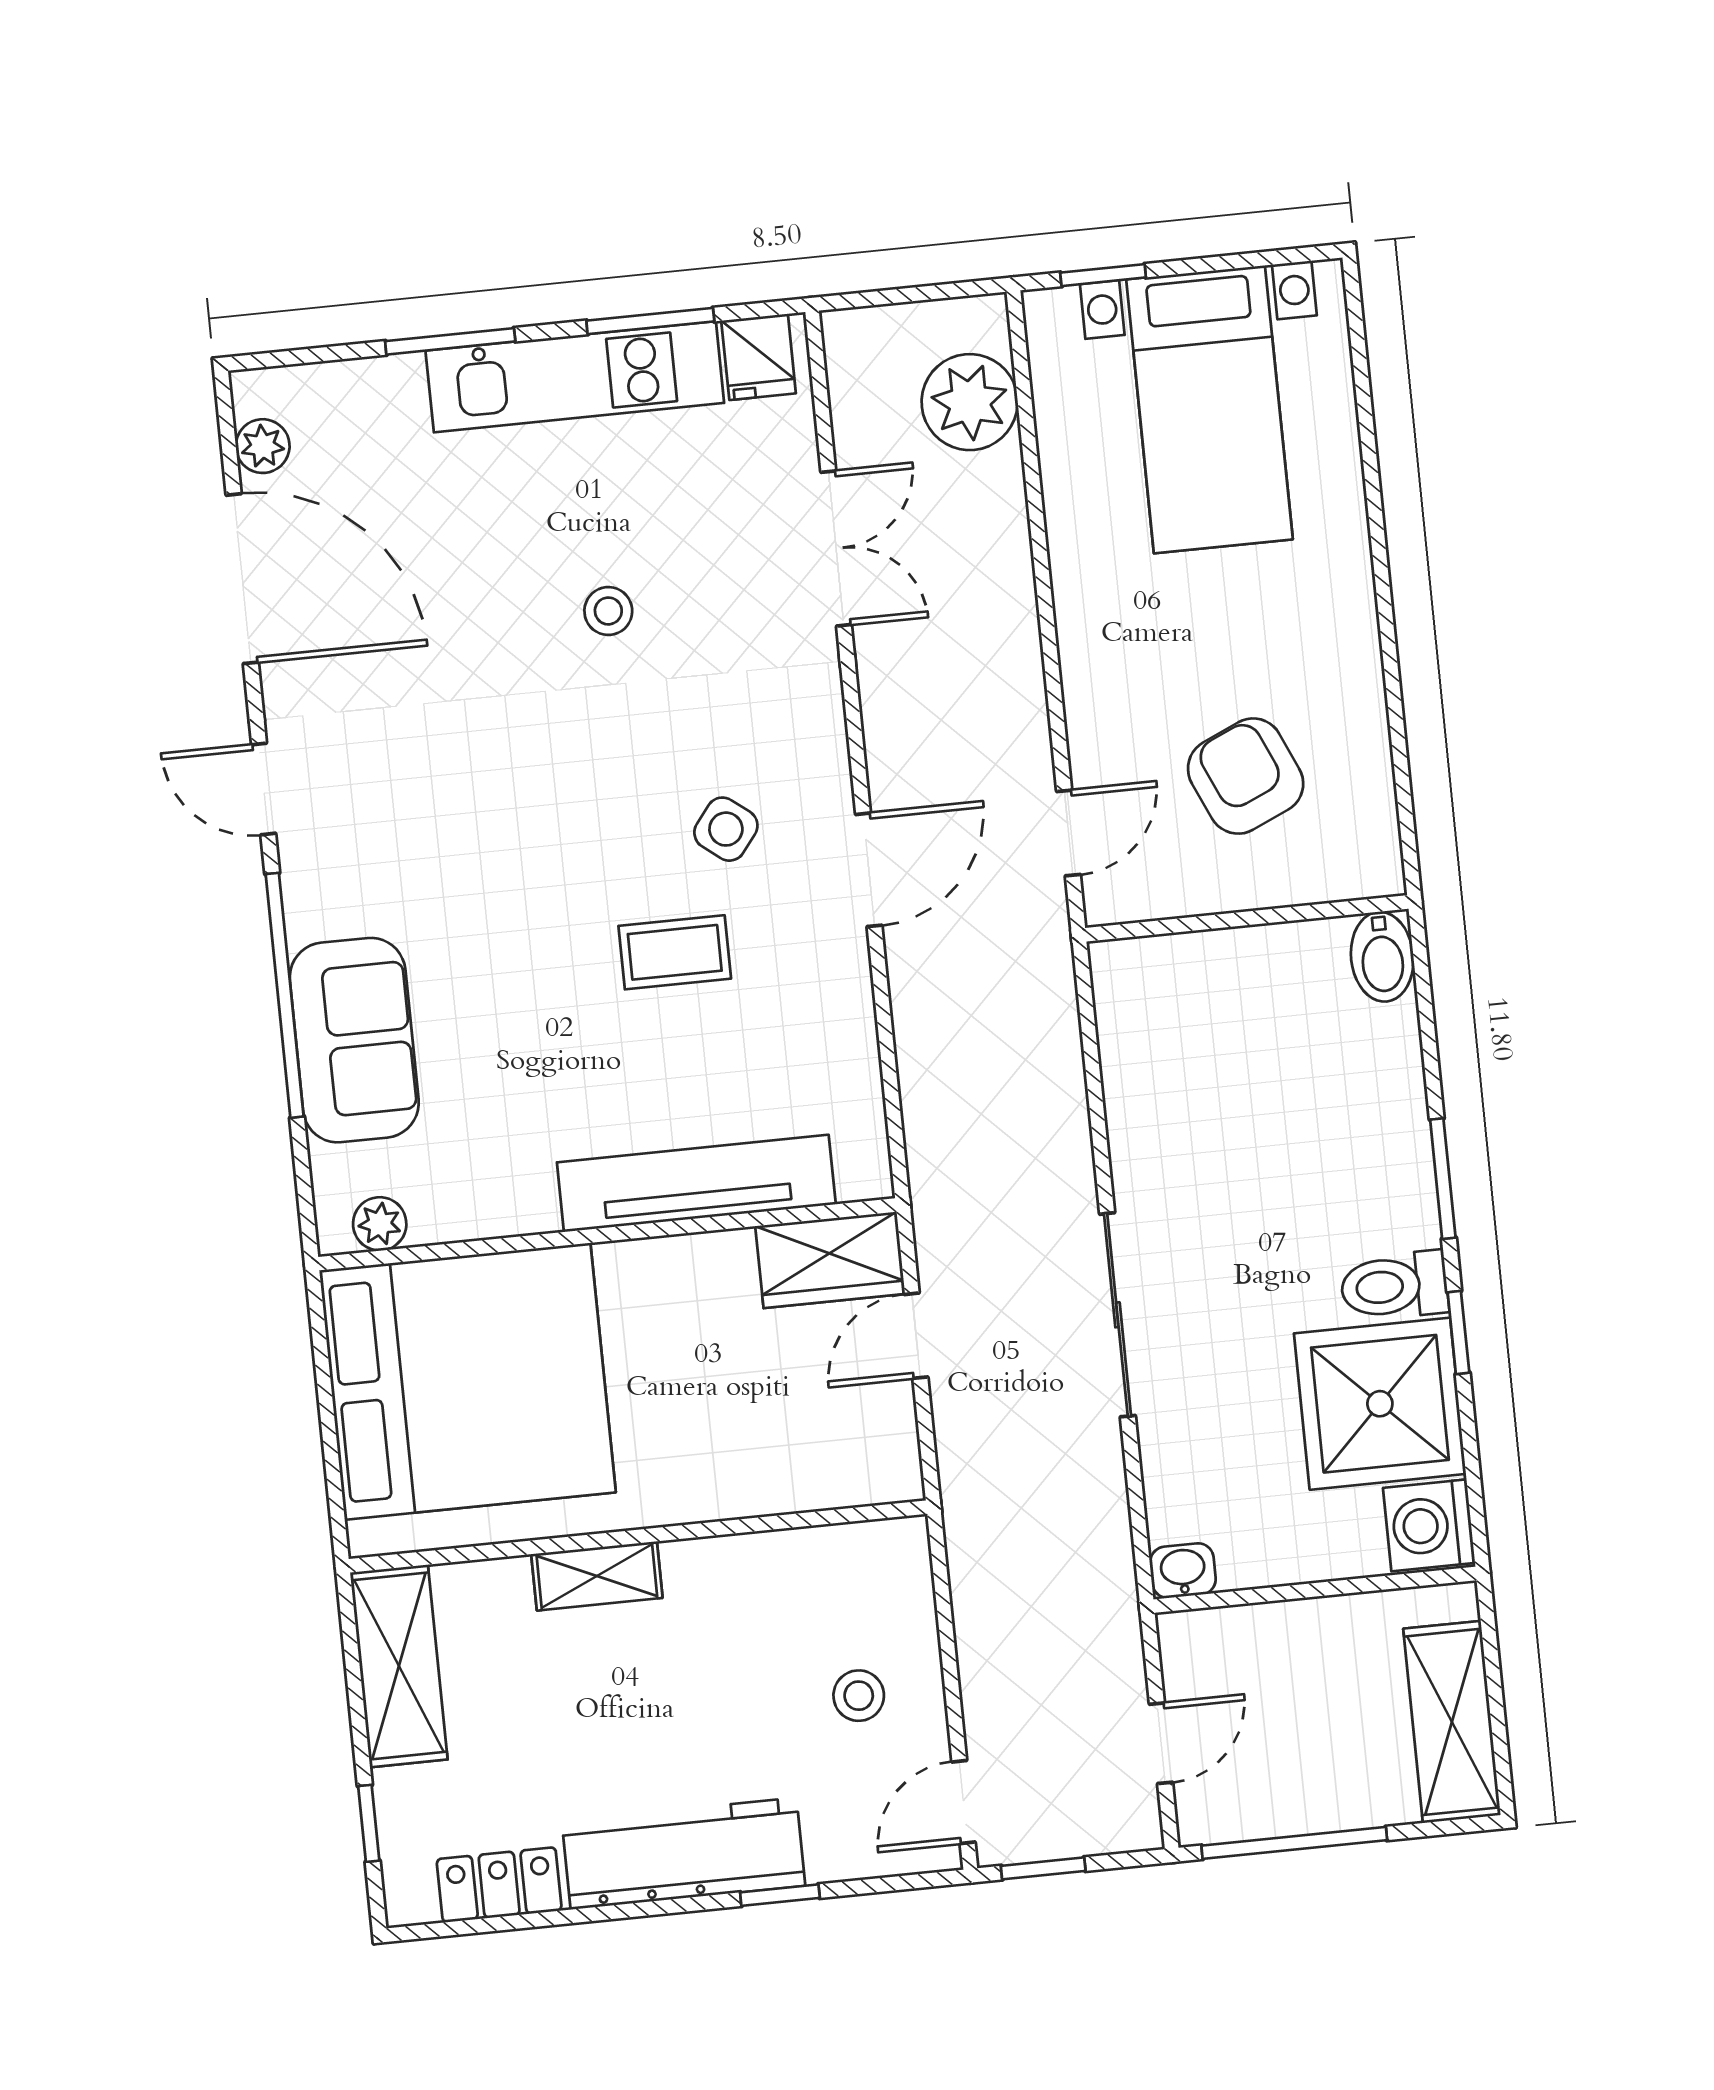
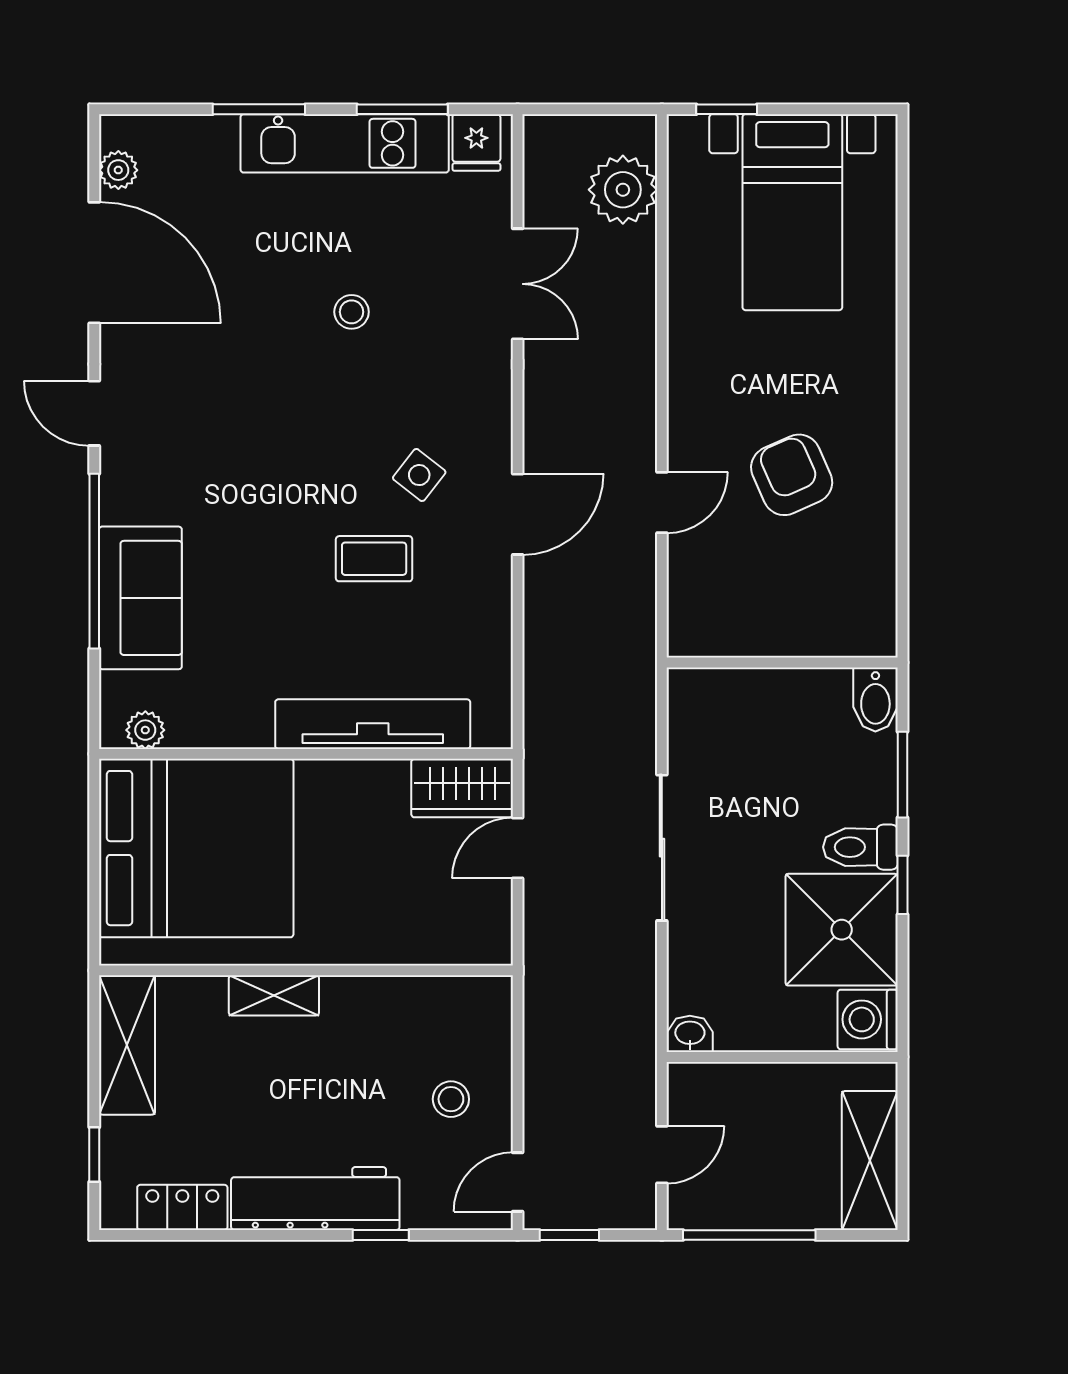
wall: (1247, 918) -> (782, 662), moved
bidet: (1382, 957) -> (875, 699), moved

